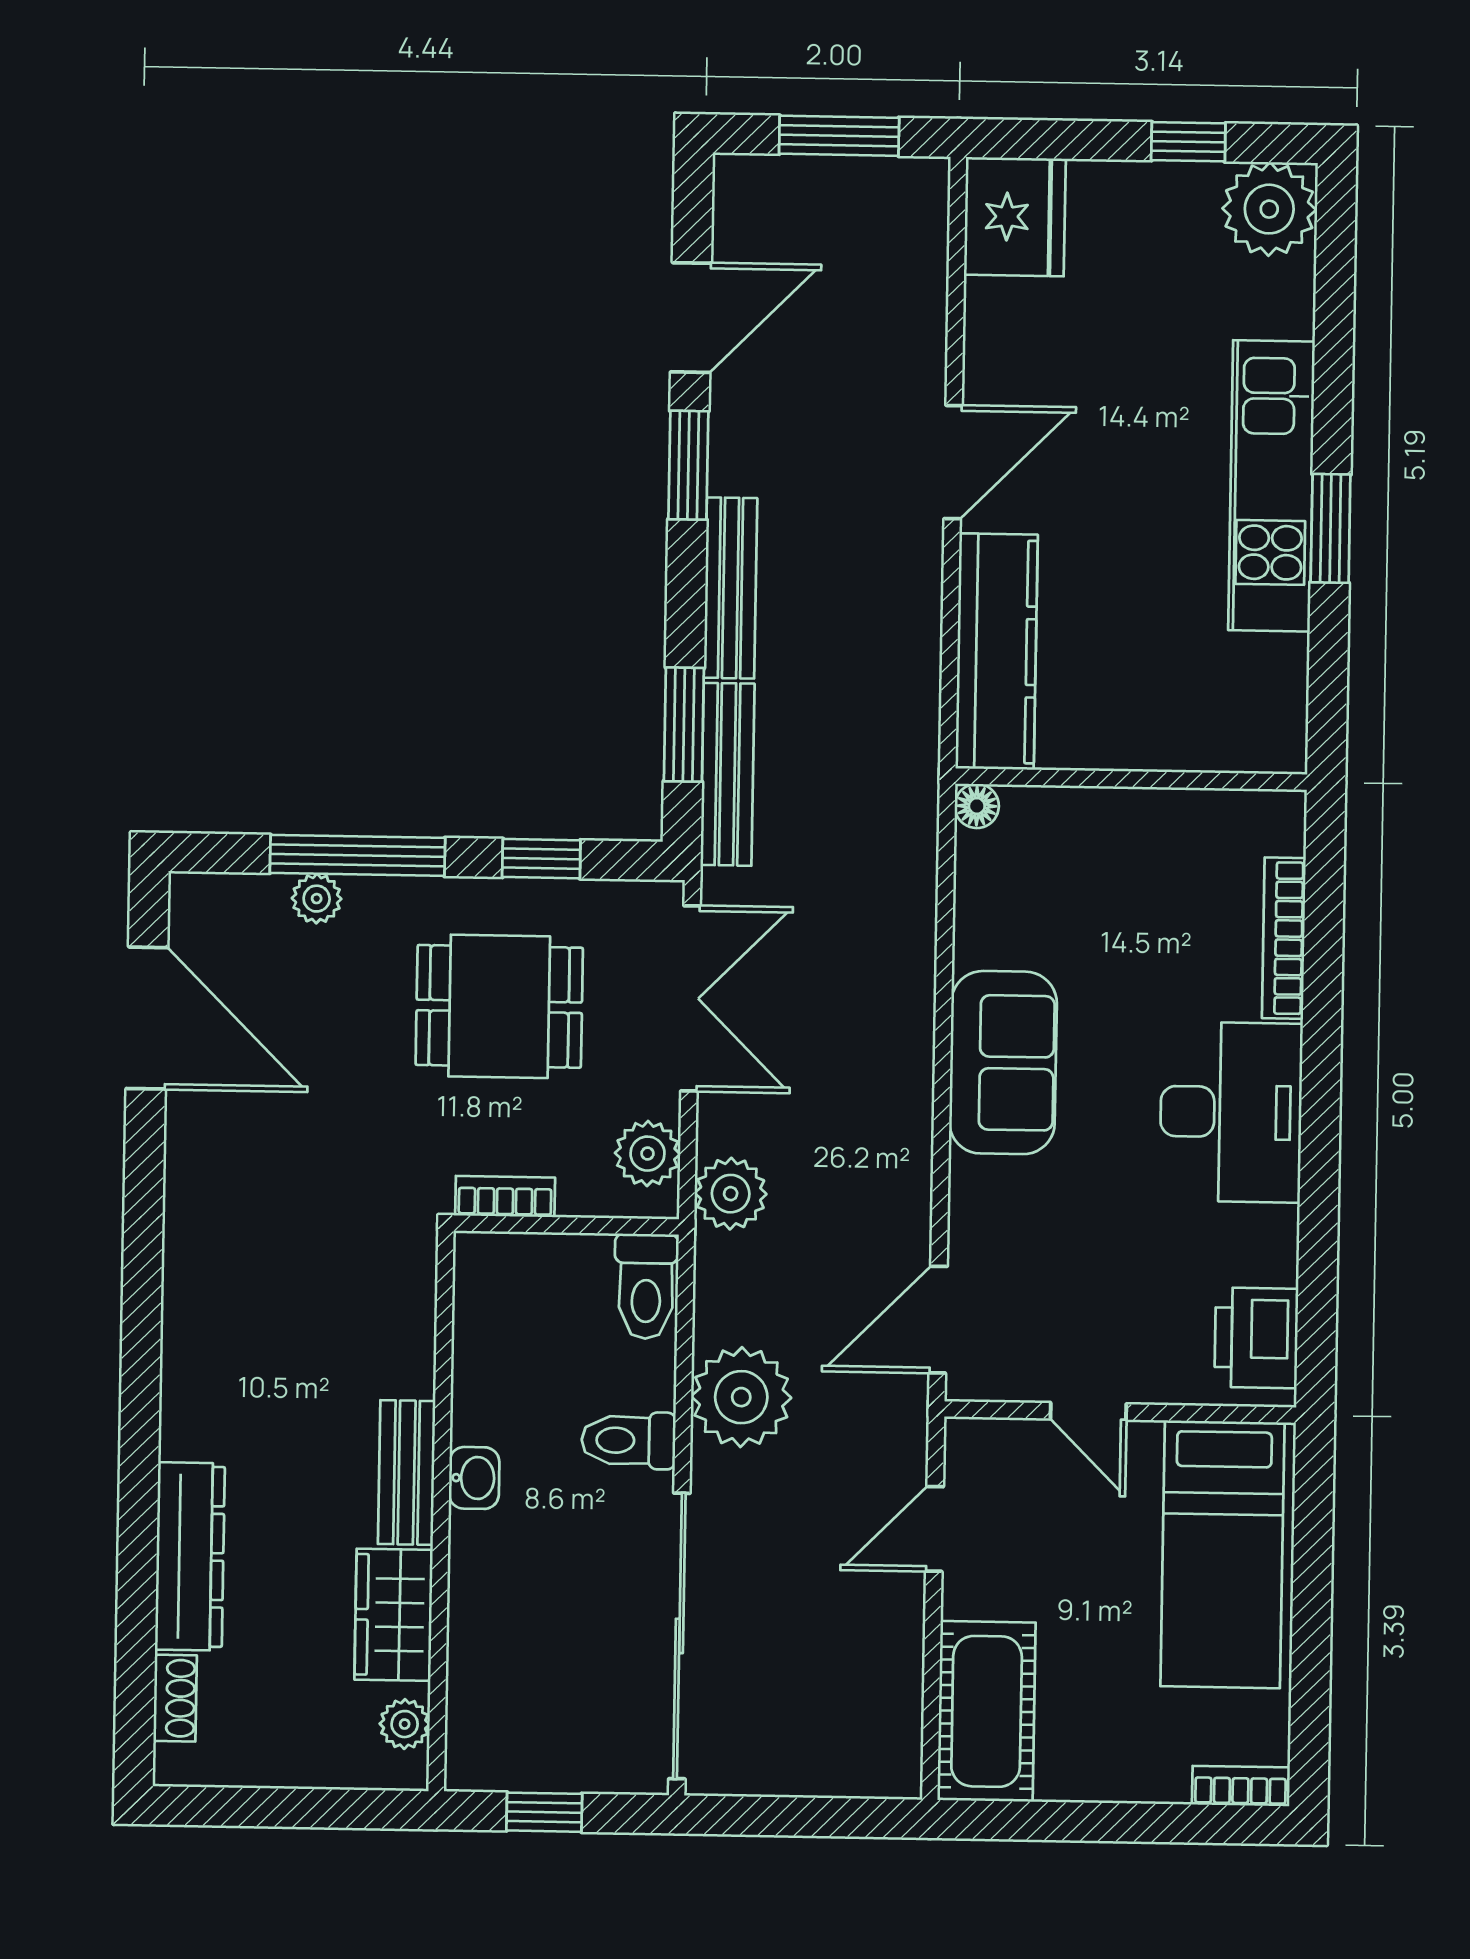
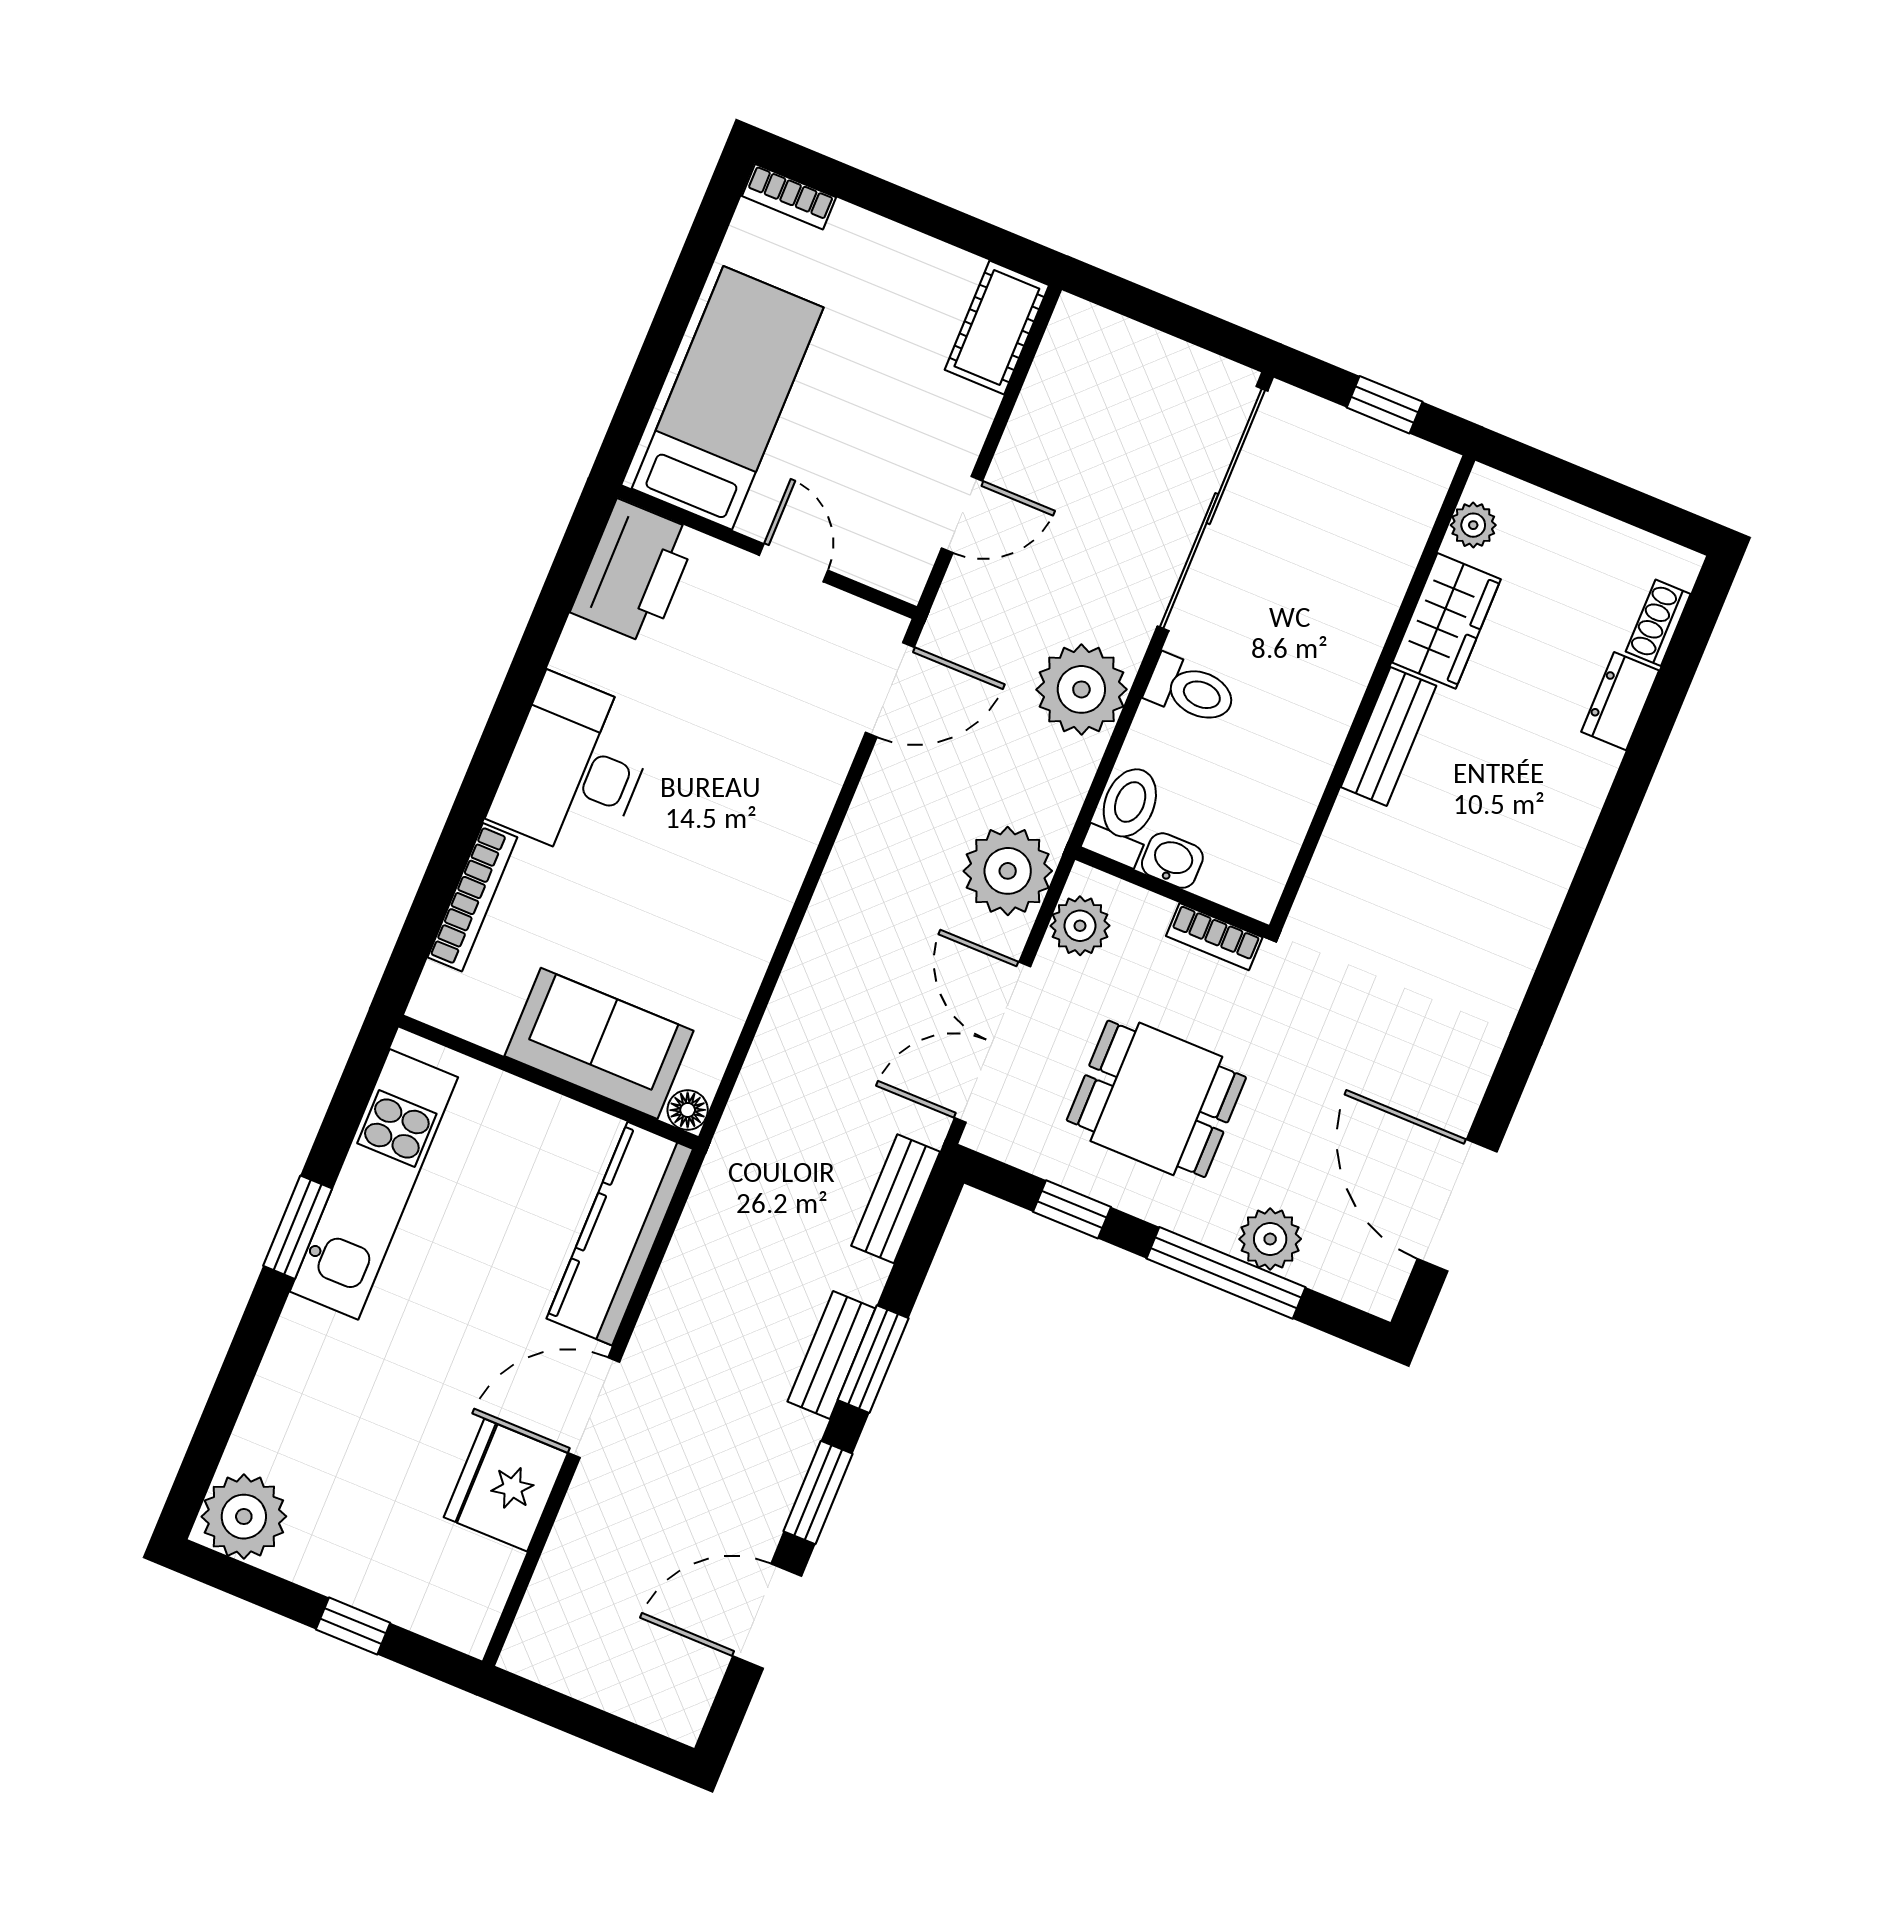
window: (839, 136) -> (582, 1720), removed
window: (1188, 142) -> (353, 1626), moved
fridge: (1015, 217) -> (506, 1485), moved
kitchen unit: (1271, 486) -> (374, 1184), moved
bench: (731, 588) -> (831, 1355), width x0.73
window: (684, 725) -> (873, 1359), moved
bench: (728, 774) -> (896, 1199), width x0.73
plant: (317, 899) -> (1270, 1239), width x1.38, depth x1.38
sofa: (1003, 1063) -> (599, 1043), moved, turned 90
plant: (731, 1194) -> (1008, 871), width x1.36, depth x1.36
printer: (1256, 1338) -> (634, 572), width x1.37, depth x1.19
washbasin: (474, 1478) -> (1172, 861), moved, turned 90
dresser: (190, 1556) -> (1620, 701), width x0.51, depth x0.80
cot: (987, 1711) -> (997, 327), width x0.73, depth x0.75

